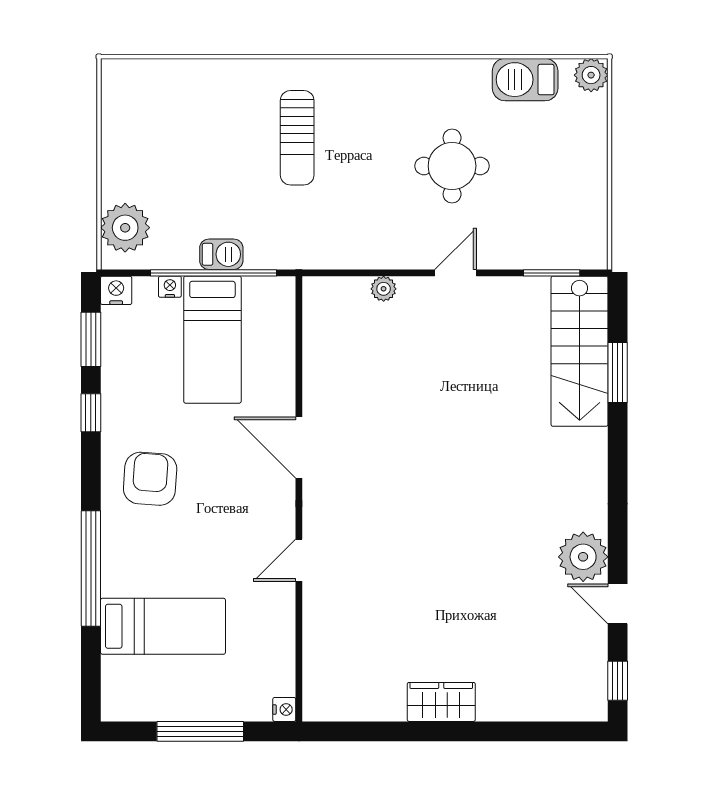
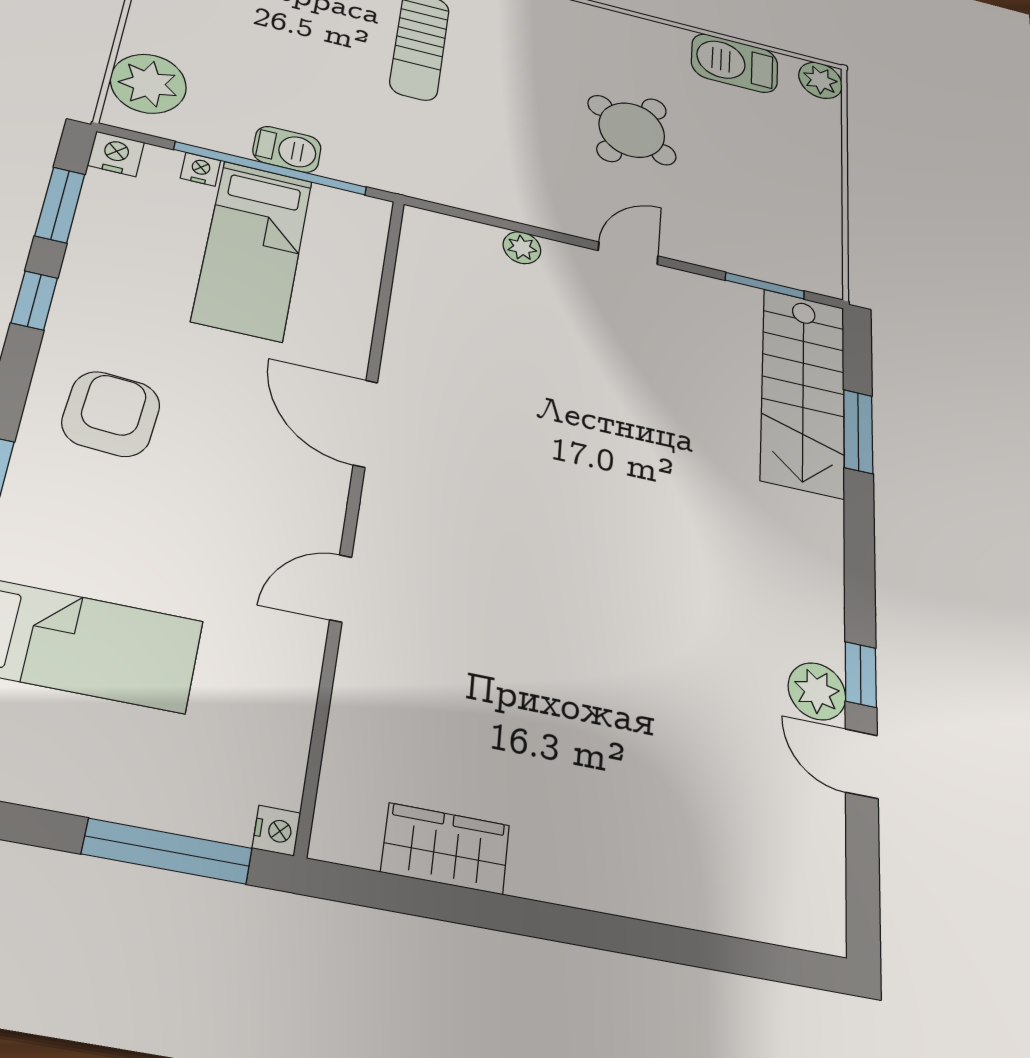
round table: (452, 166) -> (632, 130), turned 32
plant: (583, 557) -> (817, 691), width x0.73, depth x0.73
window: (618, 681) -> (861, 674), moved
wardrobe: (441, 702) -> (446, 849), moved
window: (200, 731) -> (167, 851), moved

